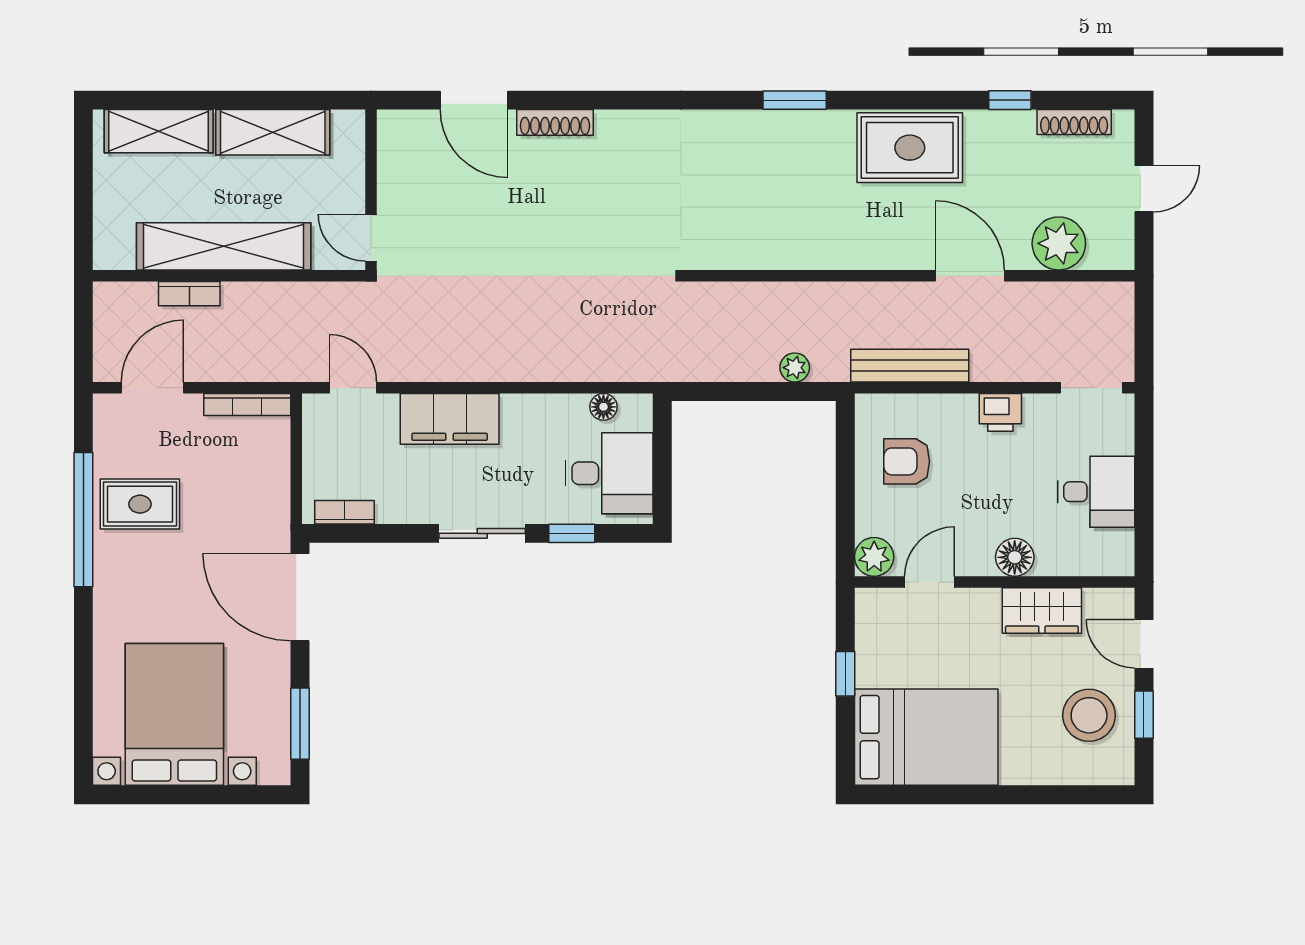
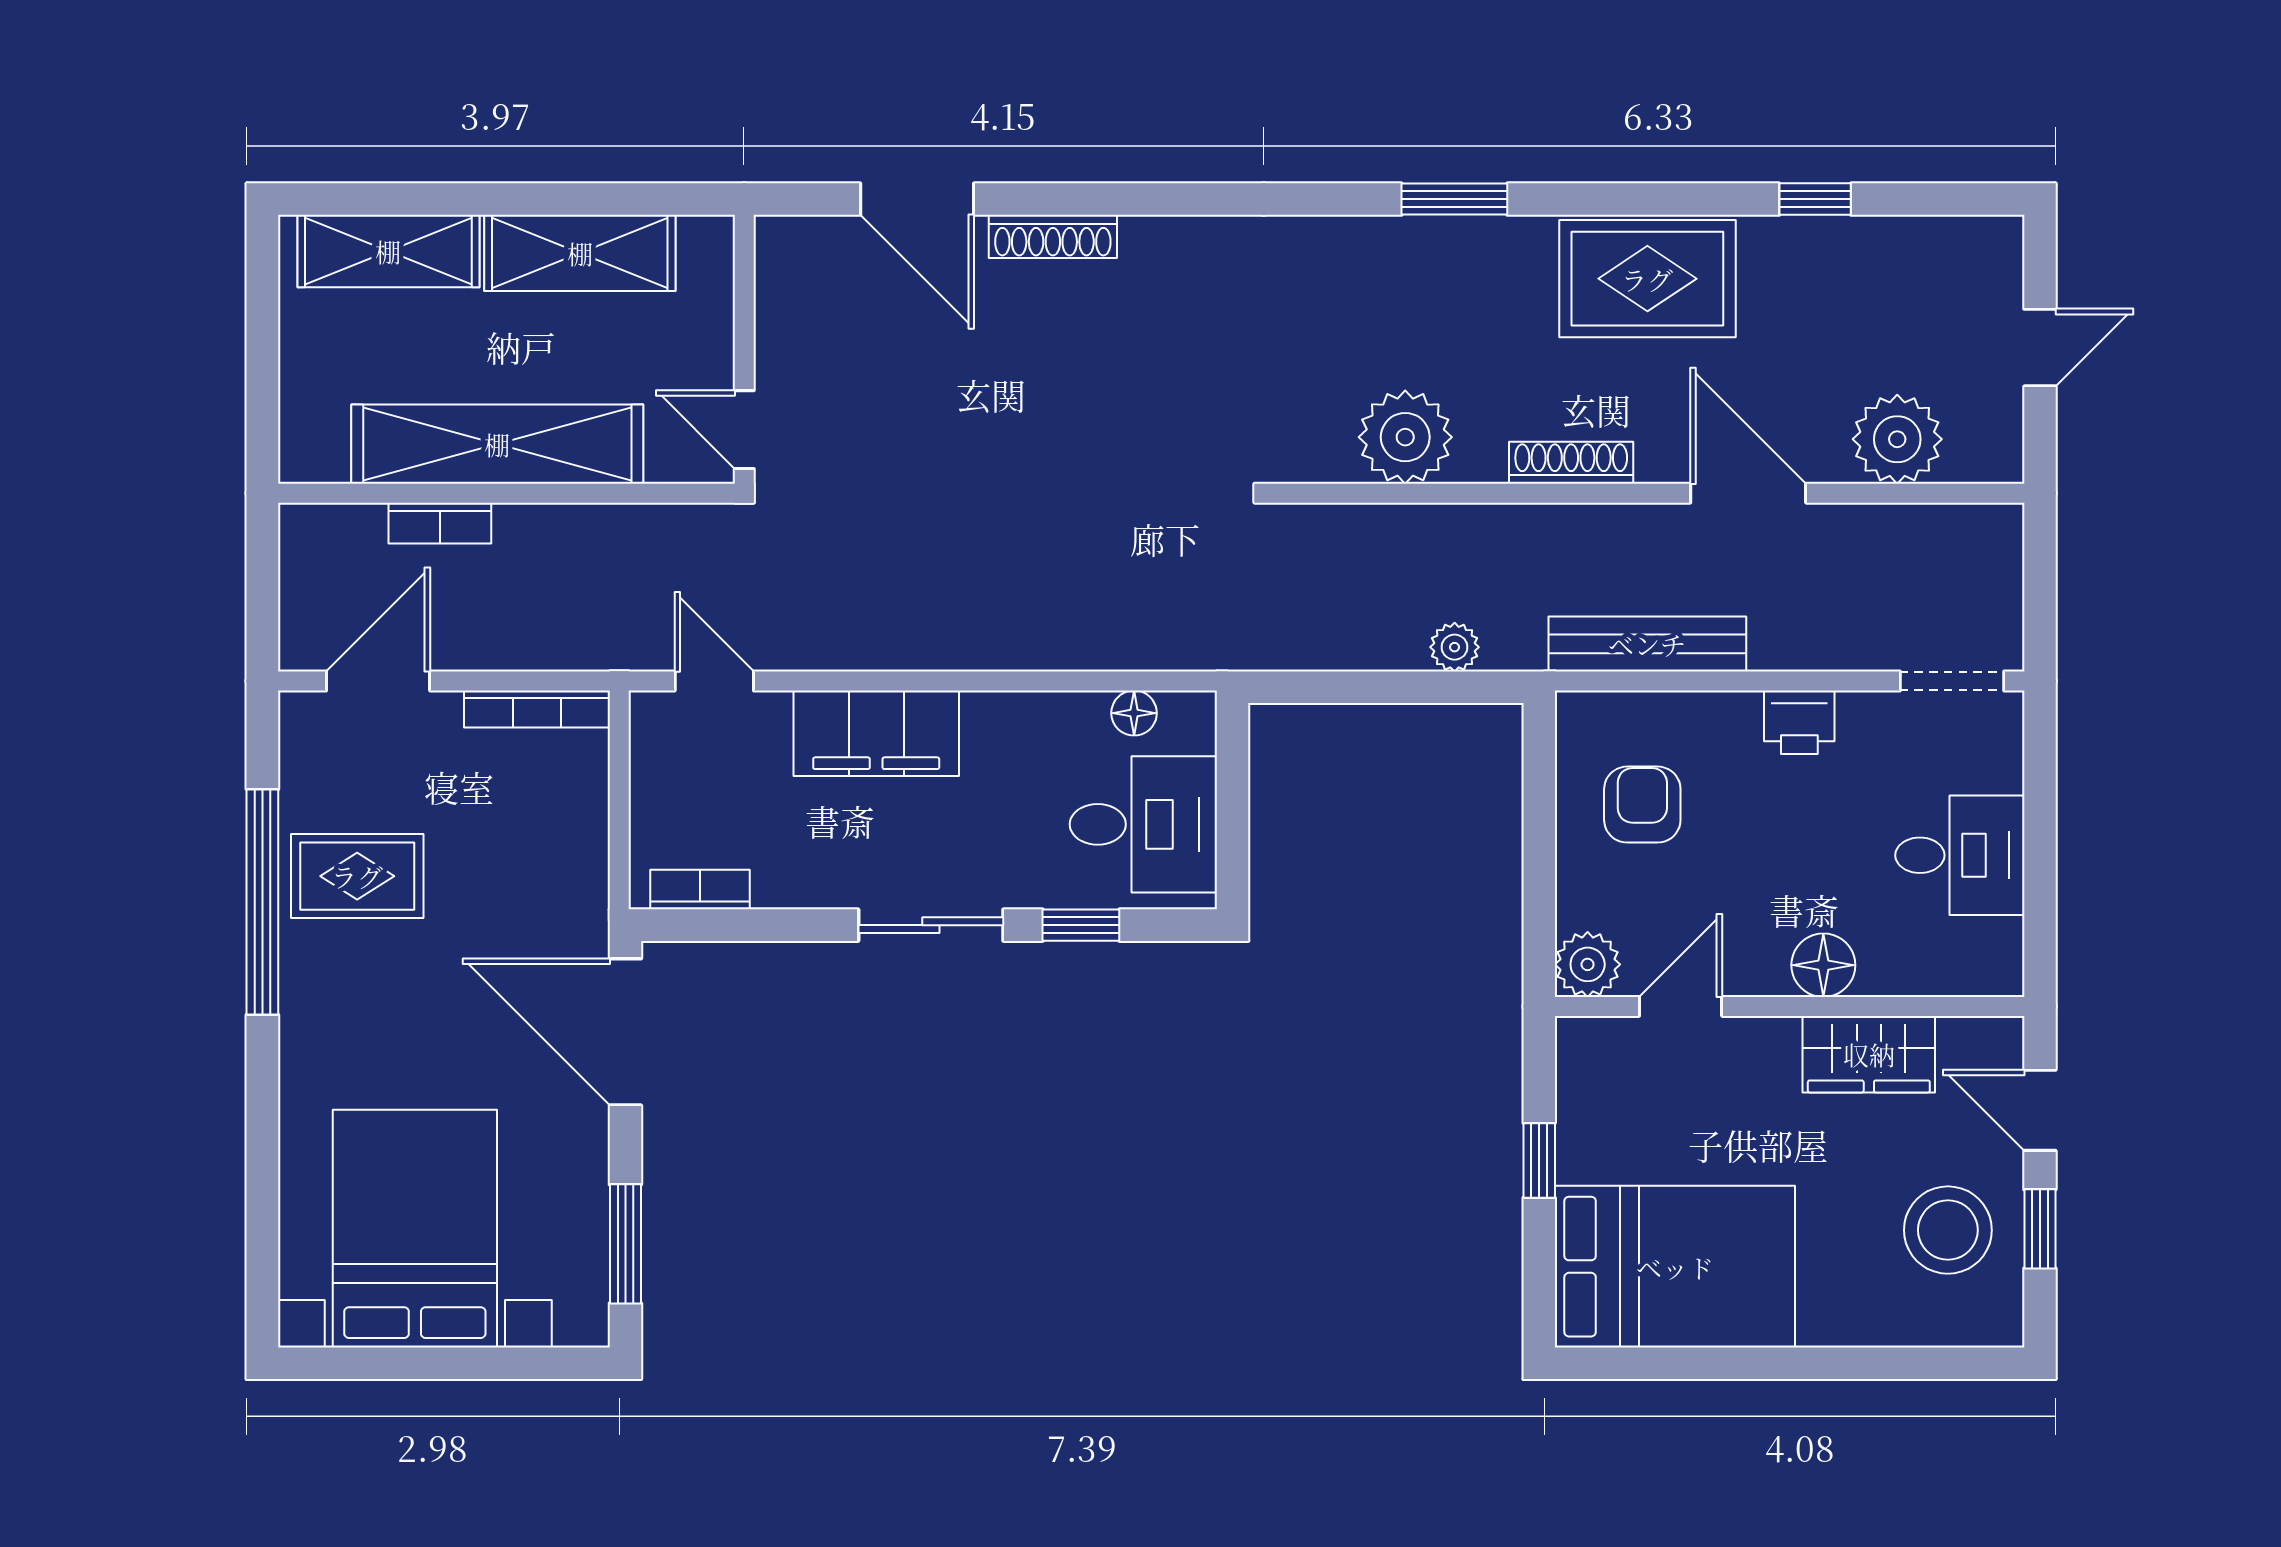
shoe rack: (1074, 122) -> (1571, 463), moved, turned 180
plant: (765, 242) -> (1405, 437), added
armchair: (907, 461) -> (1642, 805), turned 90

